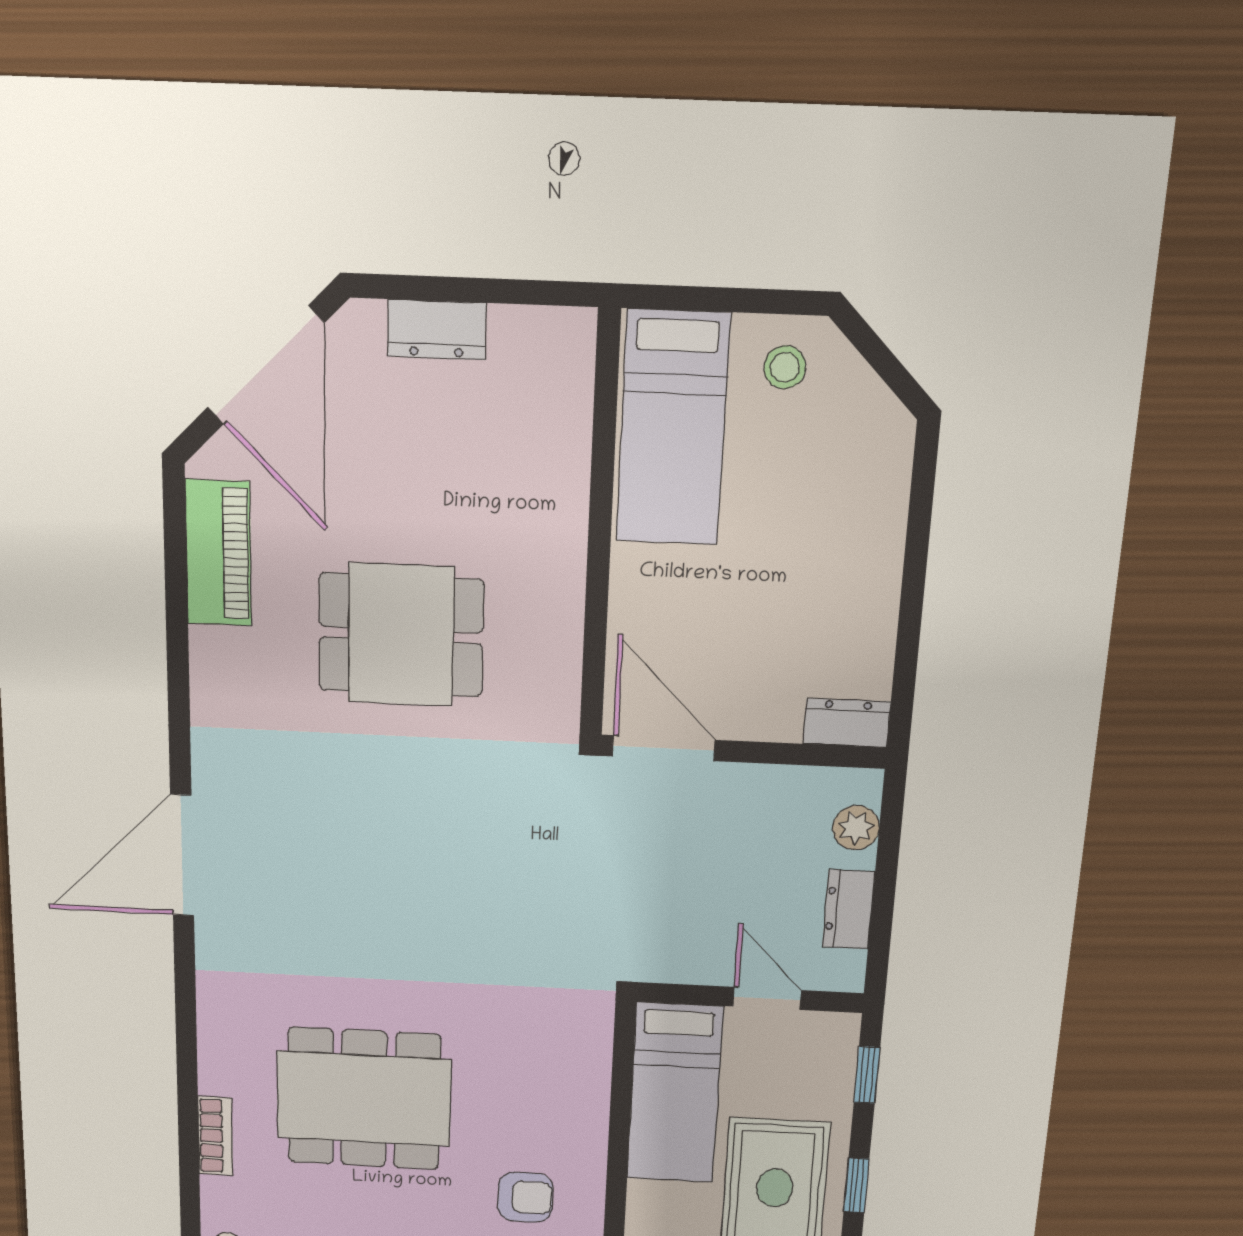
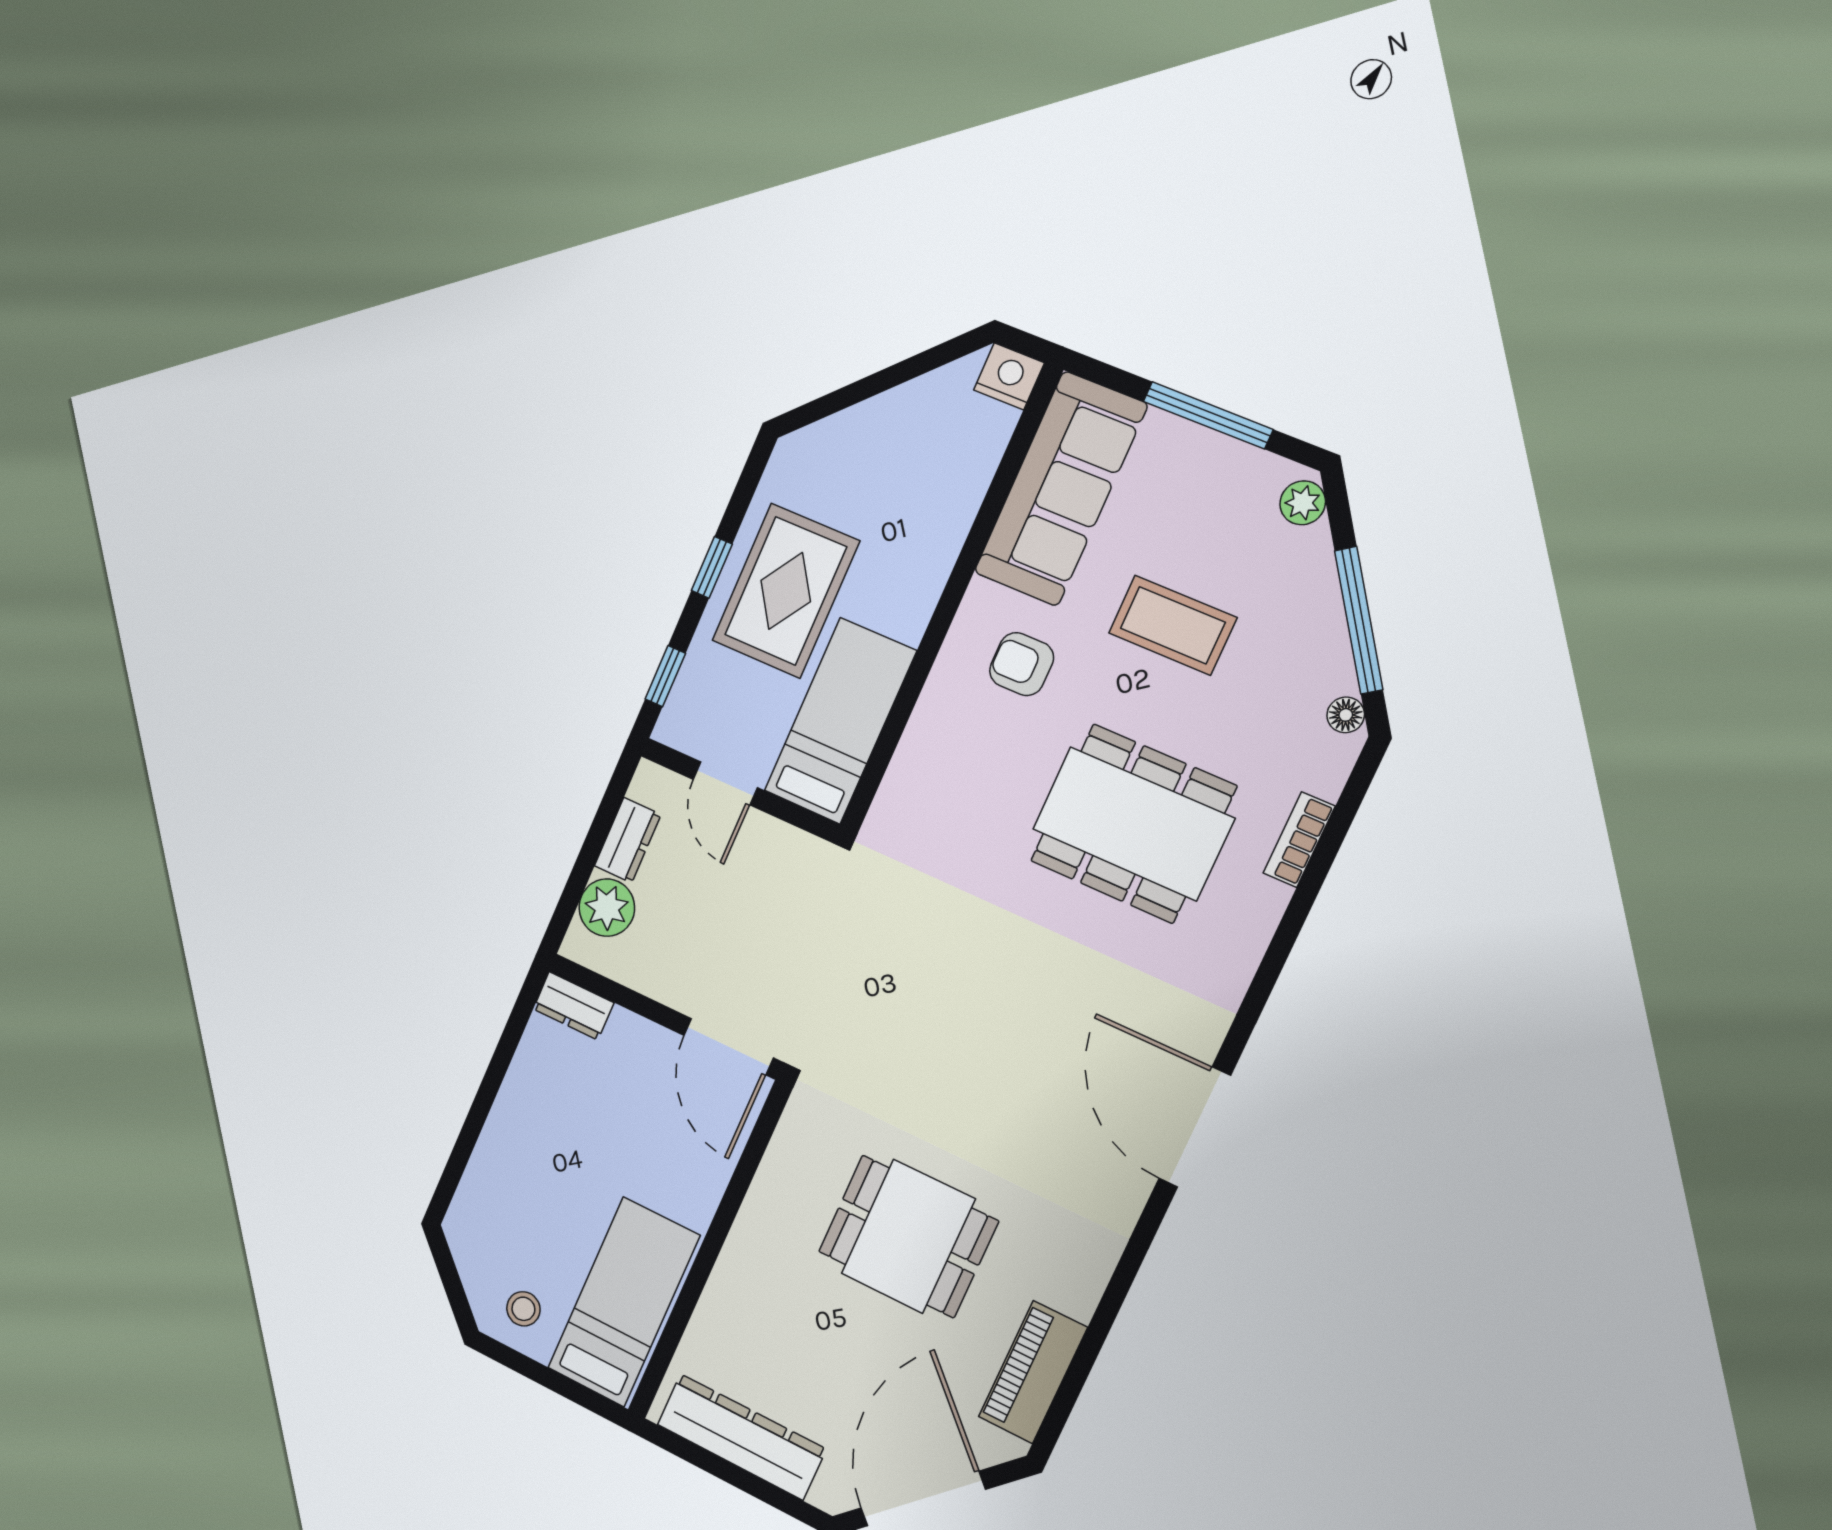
dresser: (437, 330) -> (741, 1437), width x1.96, depth x1.24
plant: (856, 828) -> (607, 908), width x1.38, depth x1.38
door: (182, 855) -> (1195, 1127), swing flipped

